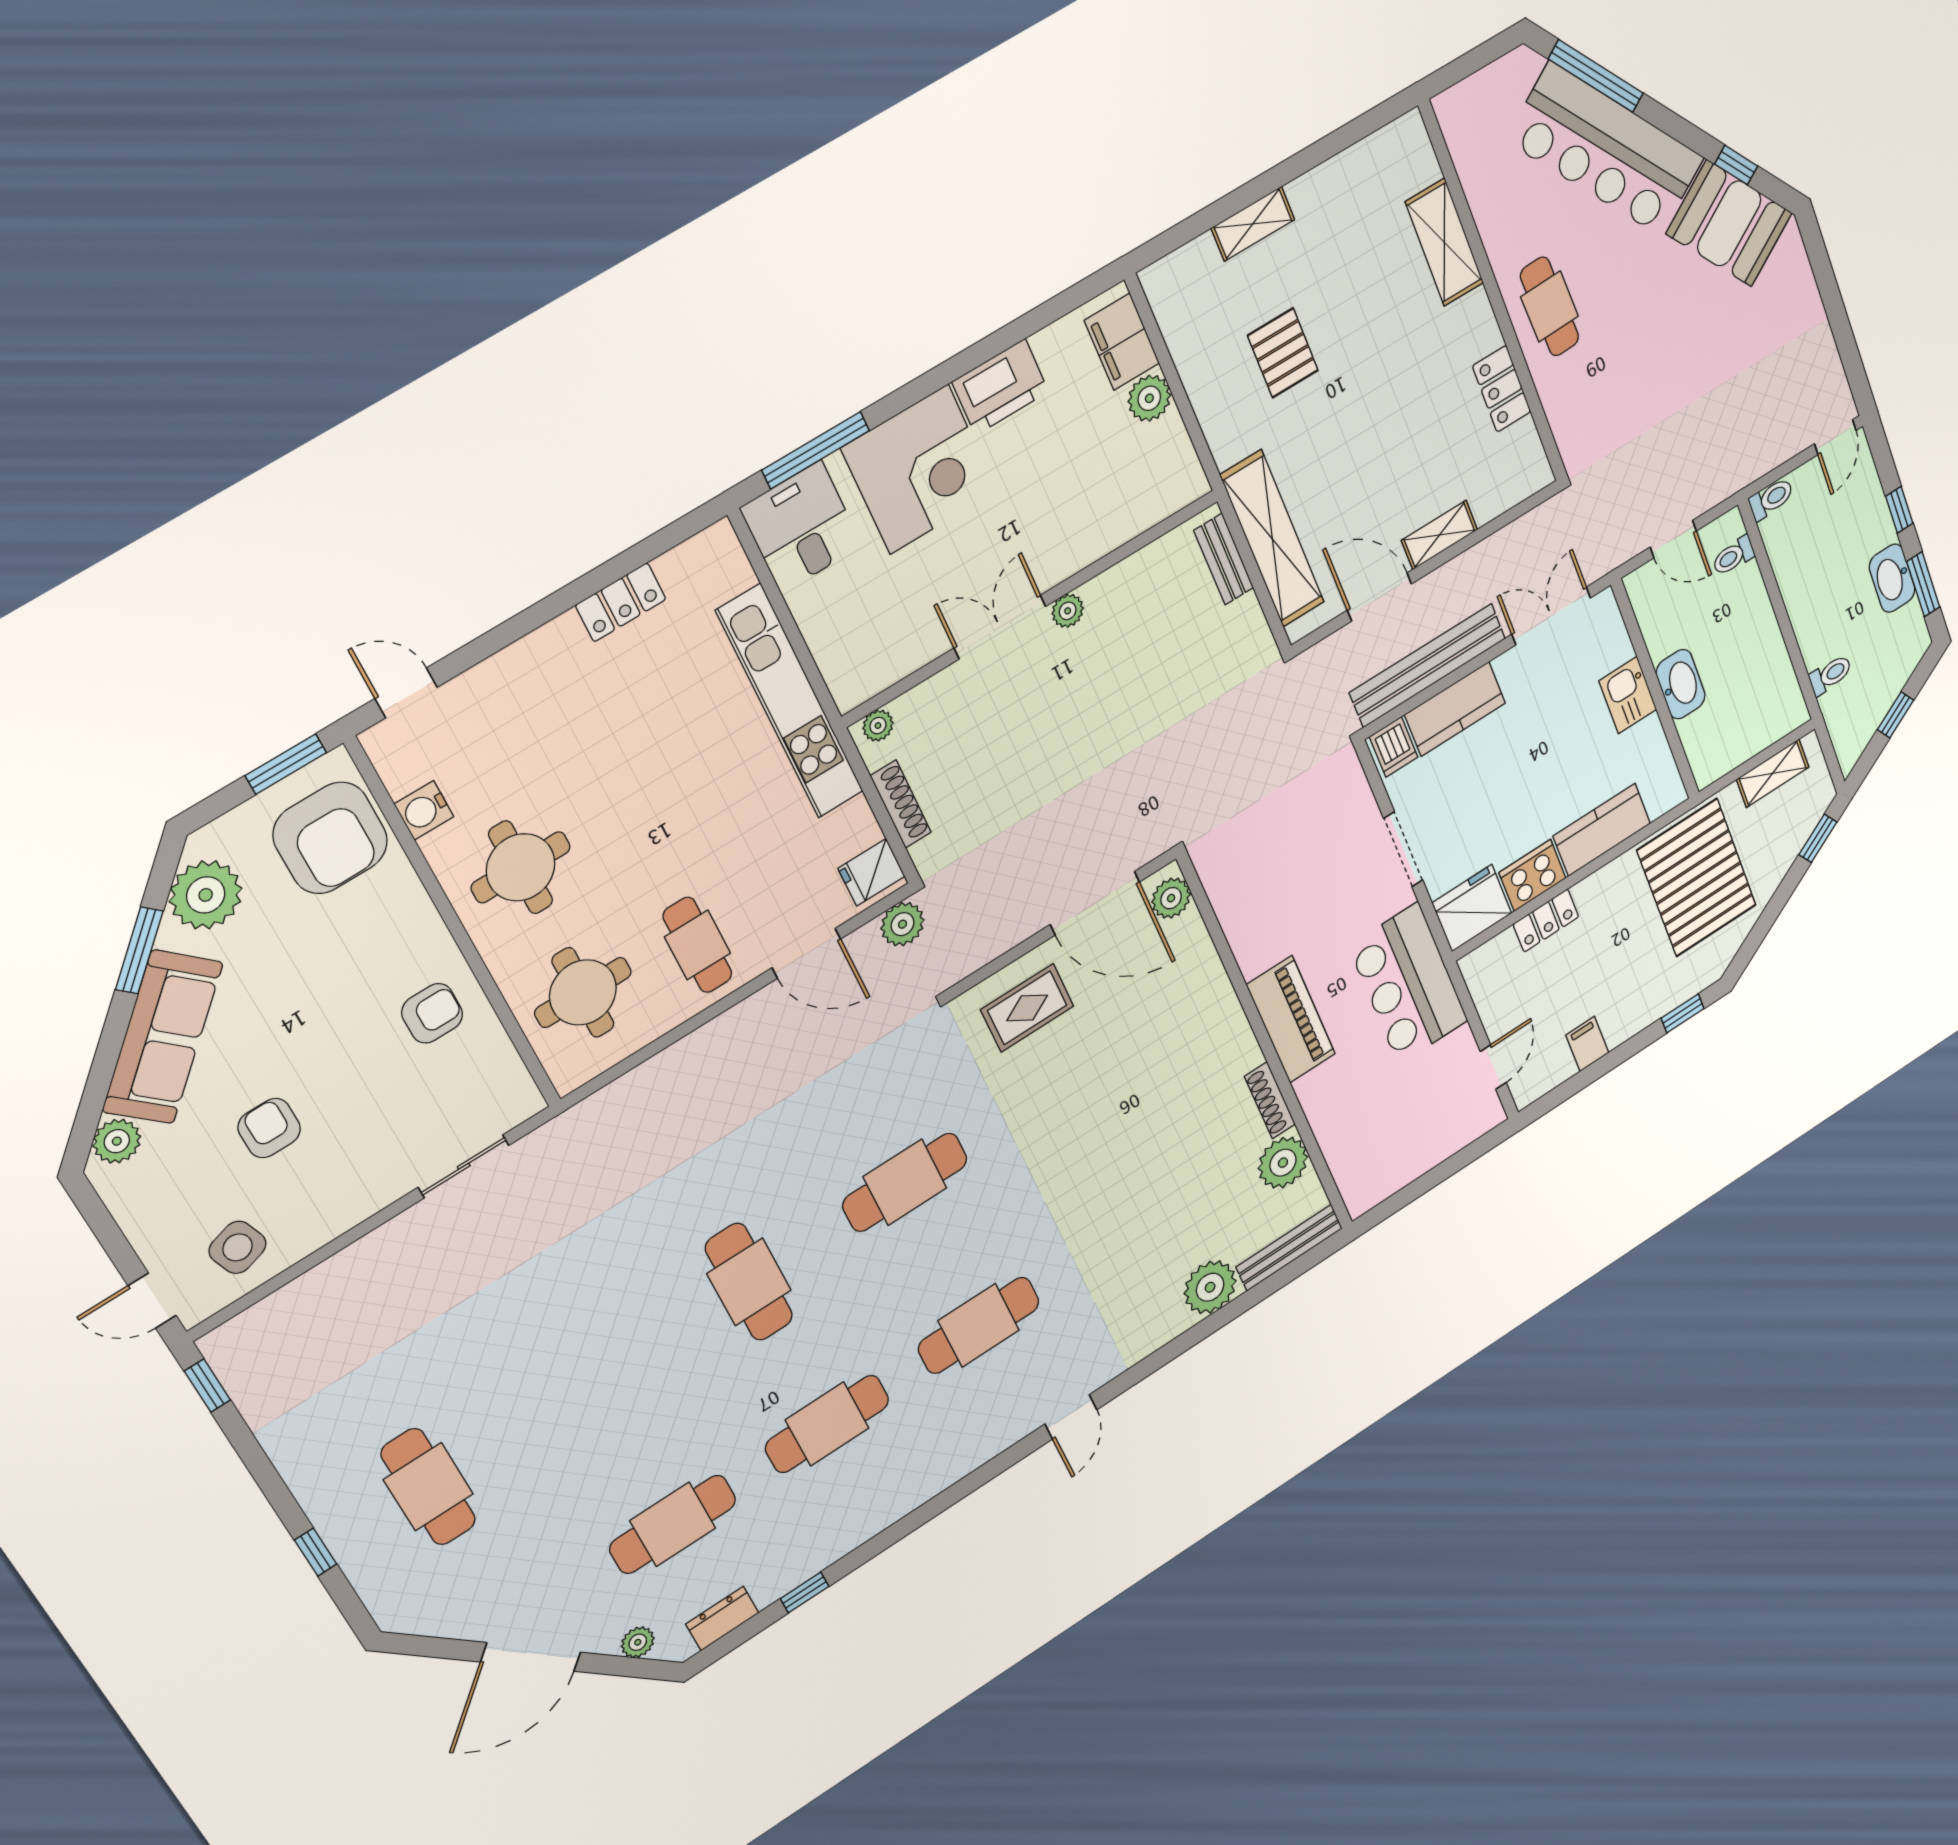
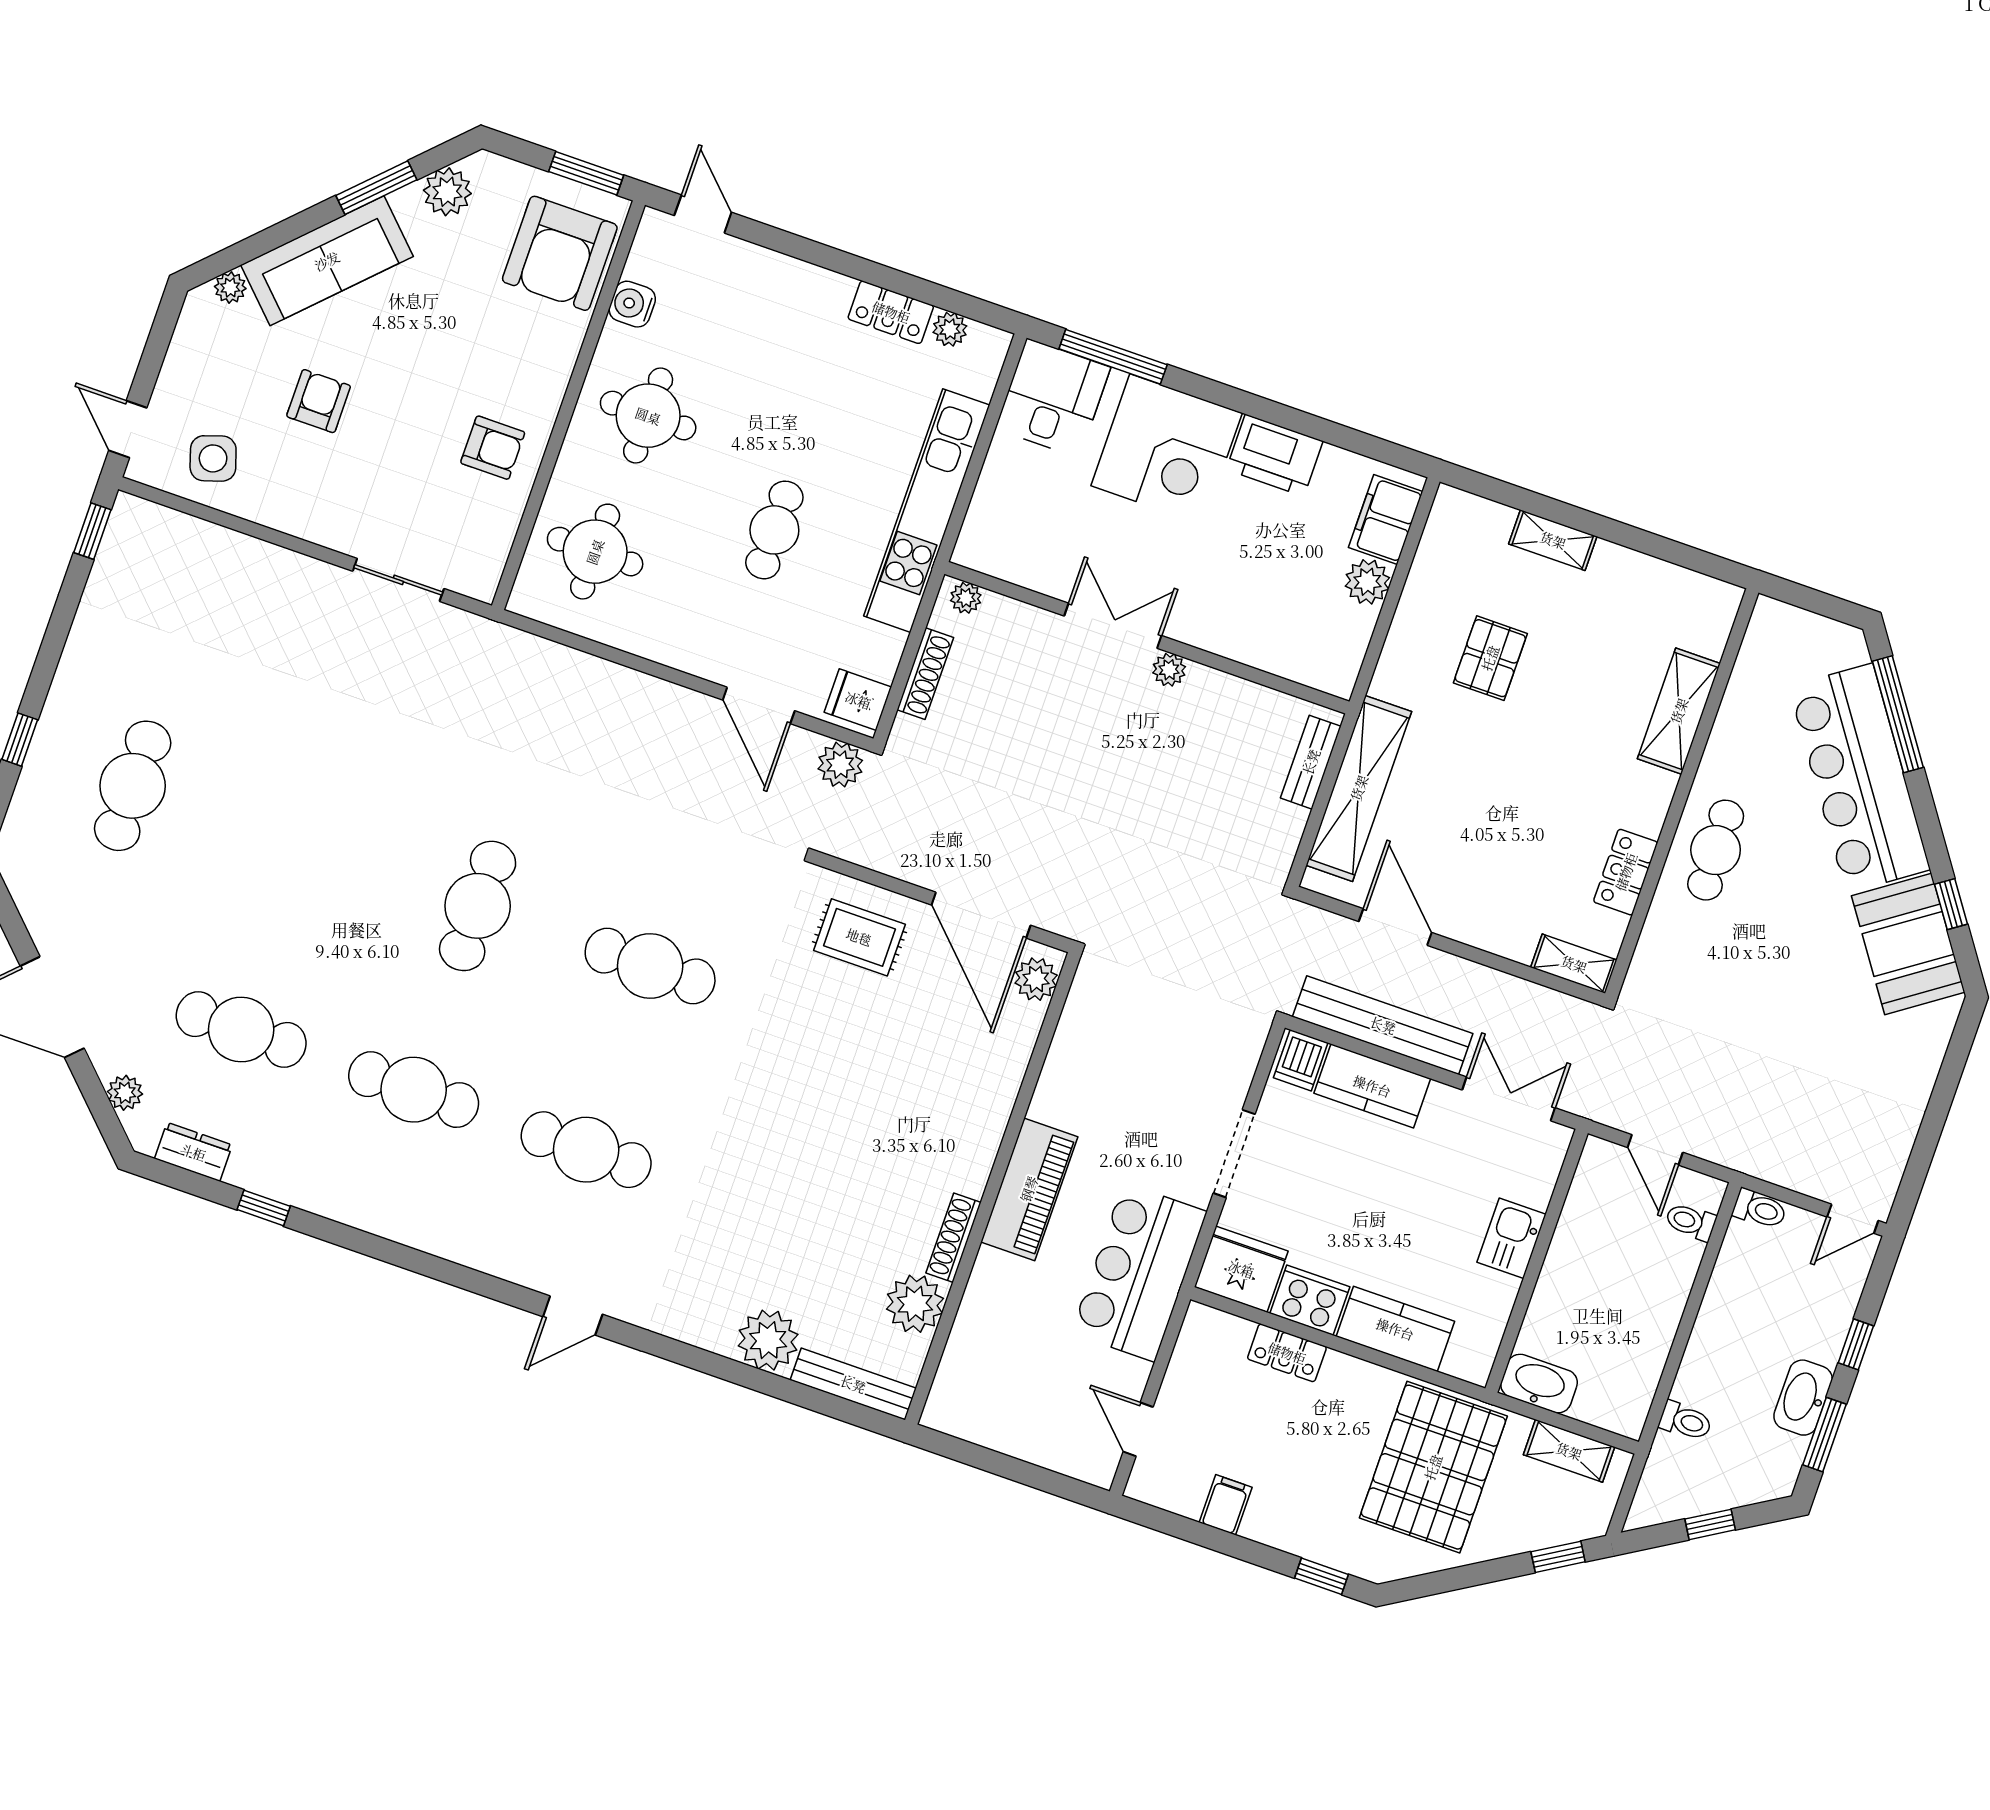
shelving: (1439, 535) -> (1574, 964), moved
plant: (677, 565) -> (950, 329), added
washbasin: (1681, 684) -> (1539, 1384), moved, turned -90
plant: (206, 895) -> (447, 192), width x0.73, depth x0.73
cafe table: (697, 945) -> (774, 530), moved
door: (1493, 1067) -> (1138, 1429), swing flipped
plant: (117, 1141) -> (230, 288), width x0.73, depth x0.73

